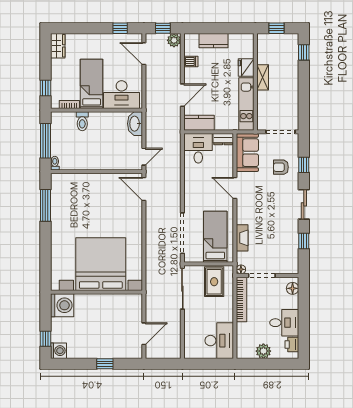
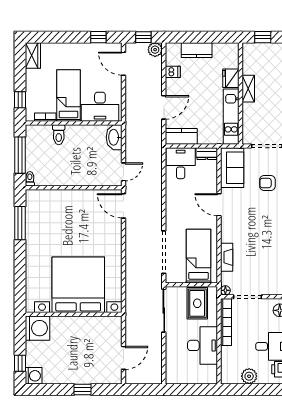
desk: (219, 341) -> (203, 345), moved

